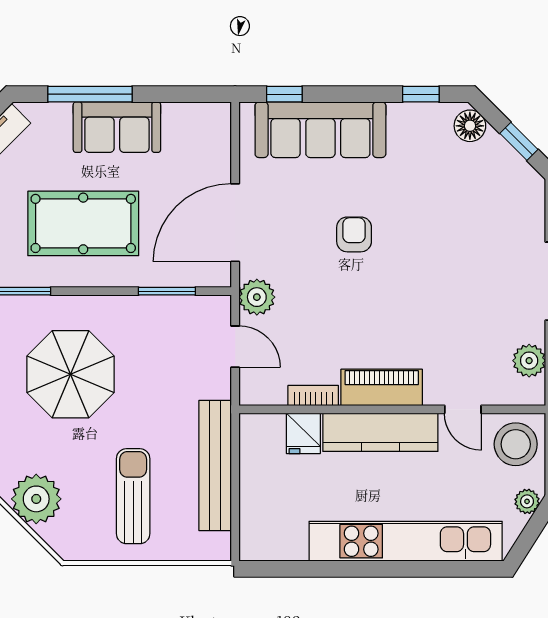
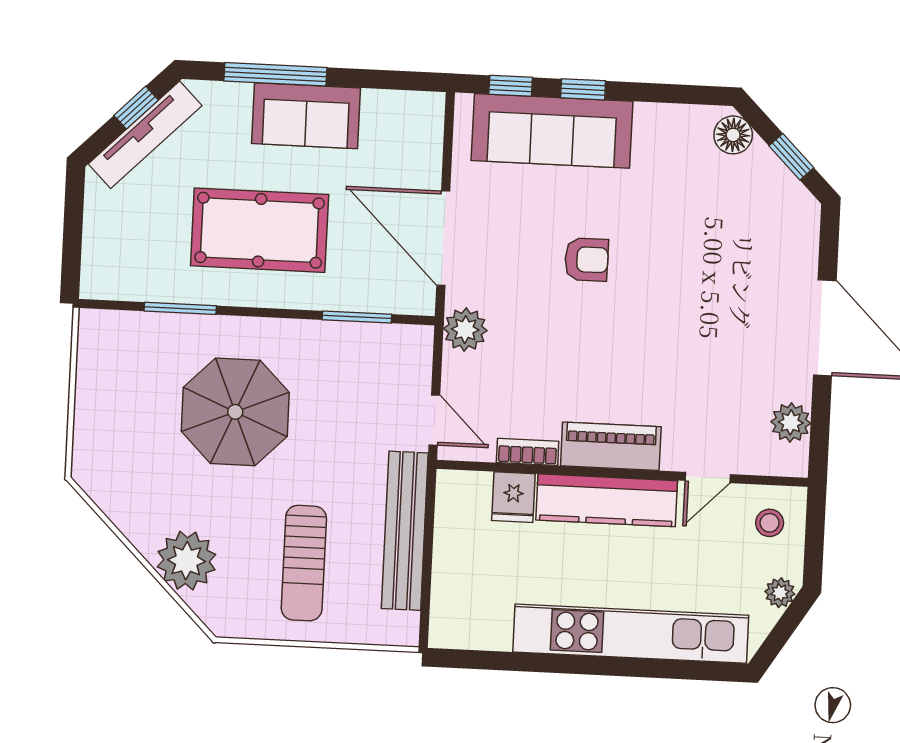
window: (421, 94) -> (583, 89), moved
door: (235, 223) -> (443, 238), hinge flipped
armchair: (354, 234) -> (586, 259), turned 90
door: (235, 347) -> (434, 420), moved
door: (463, 409) -> (708, 478), hinge flipped
stool: (516, 444) -> (770, 523), width x0.53, depth x0.53
sun lounger: (133, 496) -> (304, 563), turned 180

